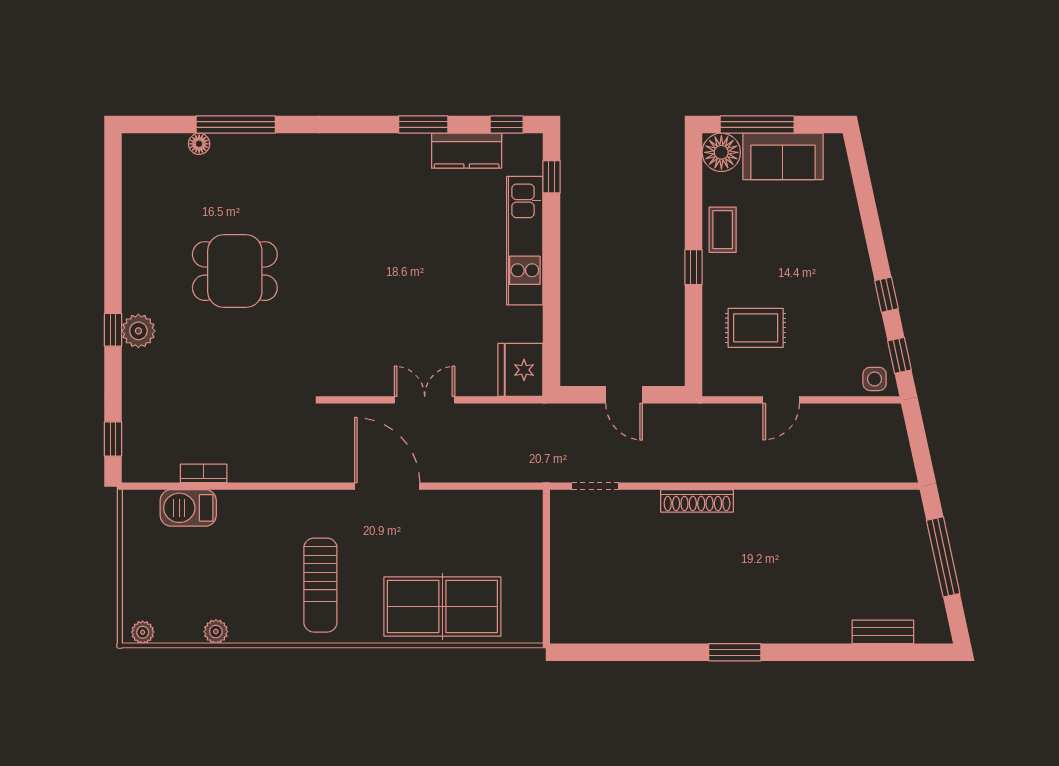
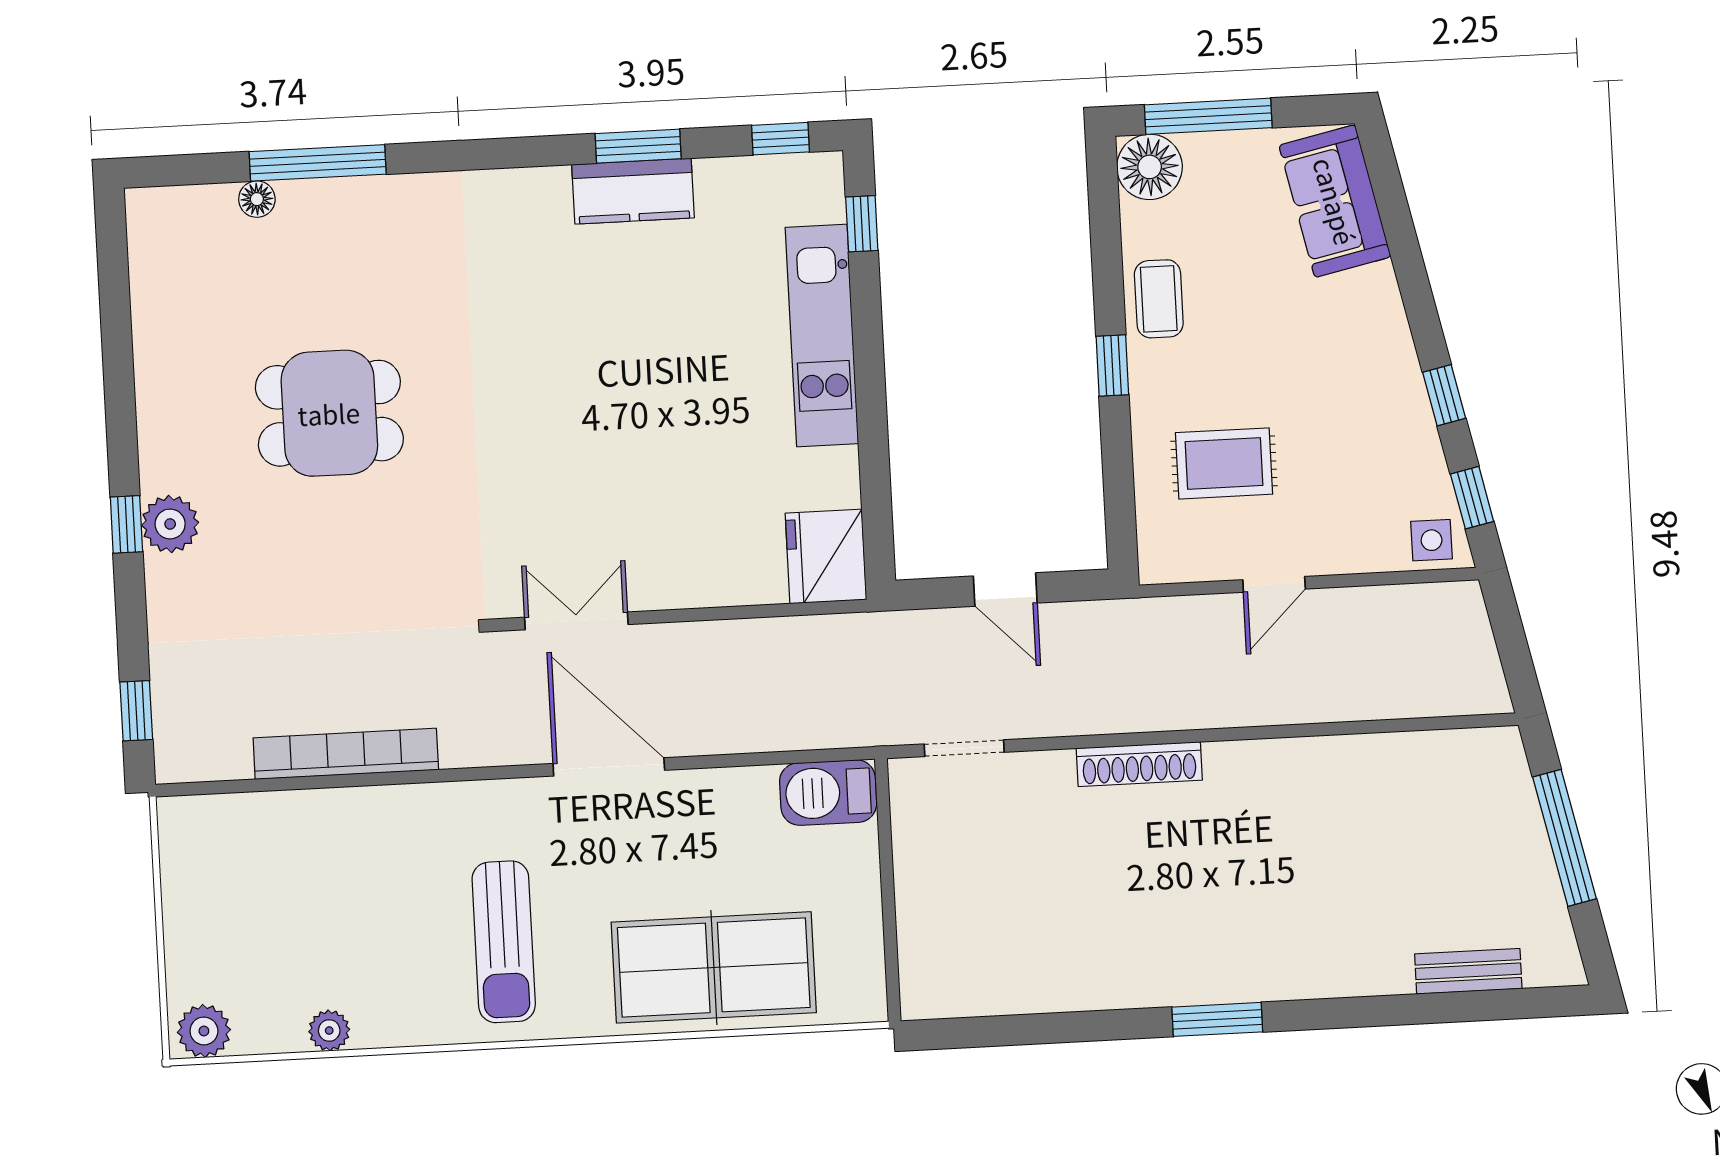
kitchen counter: (467, 151) -> (633, 191), moved
sofa: (783, 156) -> (1335, 201), moved, turned 78
double door: (425, 400) -> (576, 621), moved
bookcase: (204, 473) -> (346, 754), width x2.31, depth x1.31
barbecue: (188, 508) -> (828, 793), moved
plant: (143, 632) -> (204, 1031), width x1.38, depth x1.38

